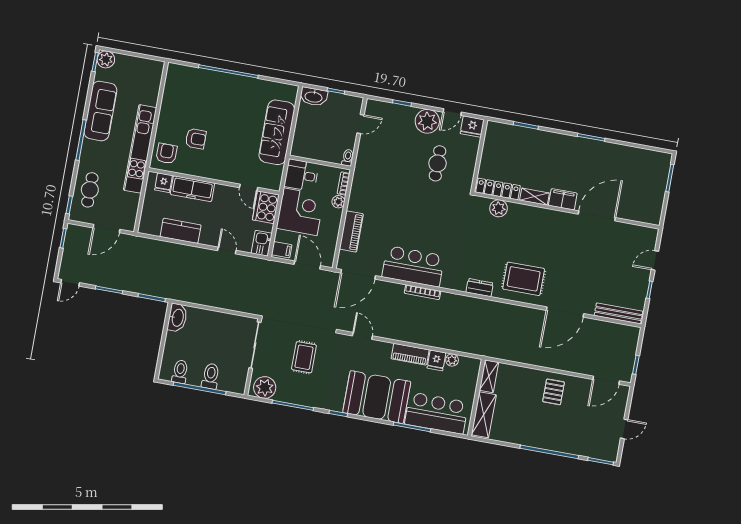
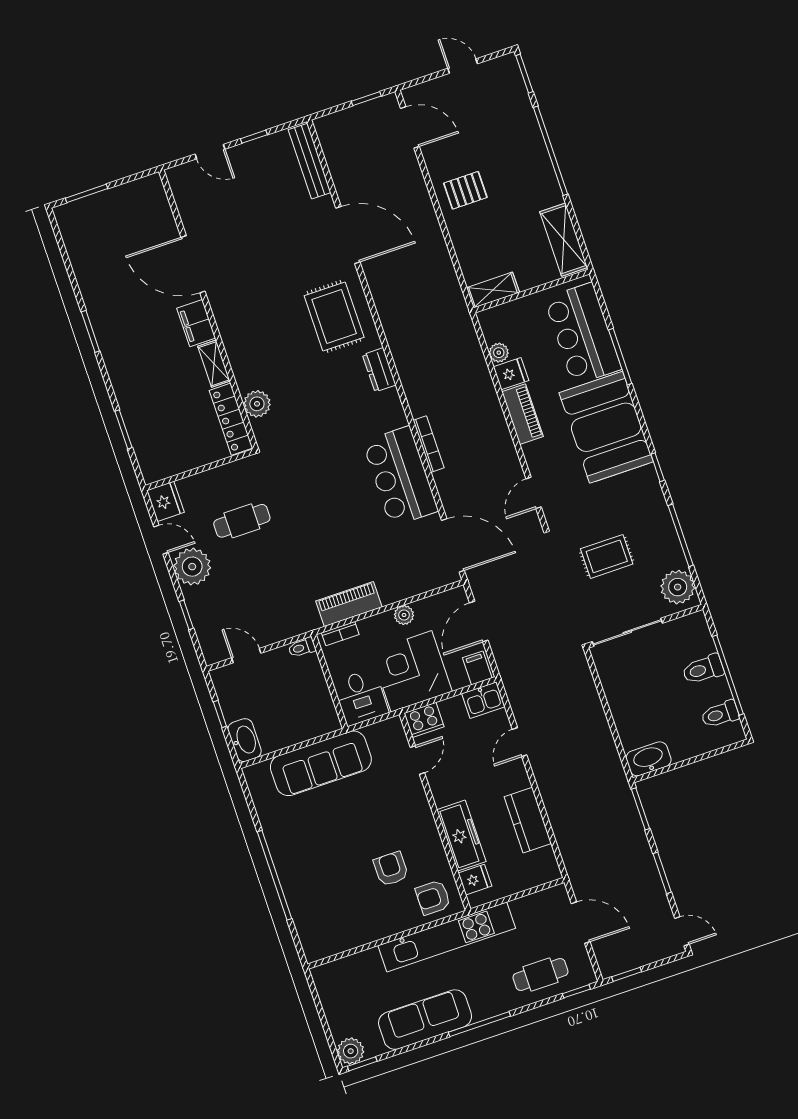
plant: (338, 202) -> (404, 615), moved
cooker: (266, 207) -> (424, 720), width x0.73, depth x0.76
piano: (351, 231) -> (349, 604), moved
shelving: (484, 415) -> (564, 240), moved, turned 90

